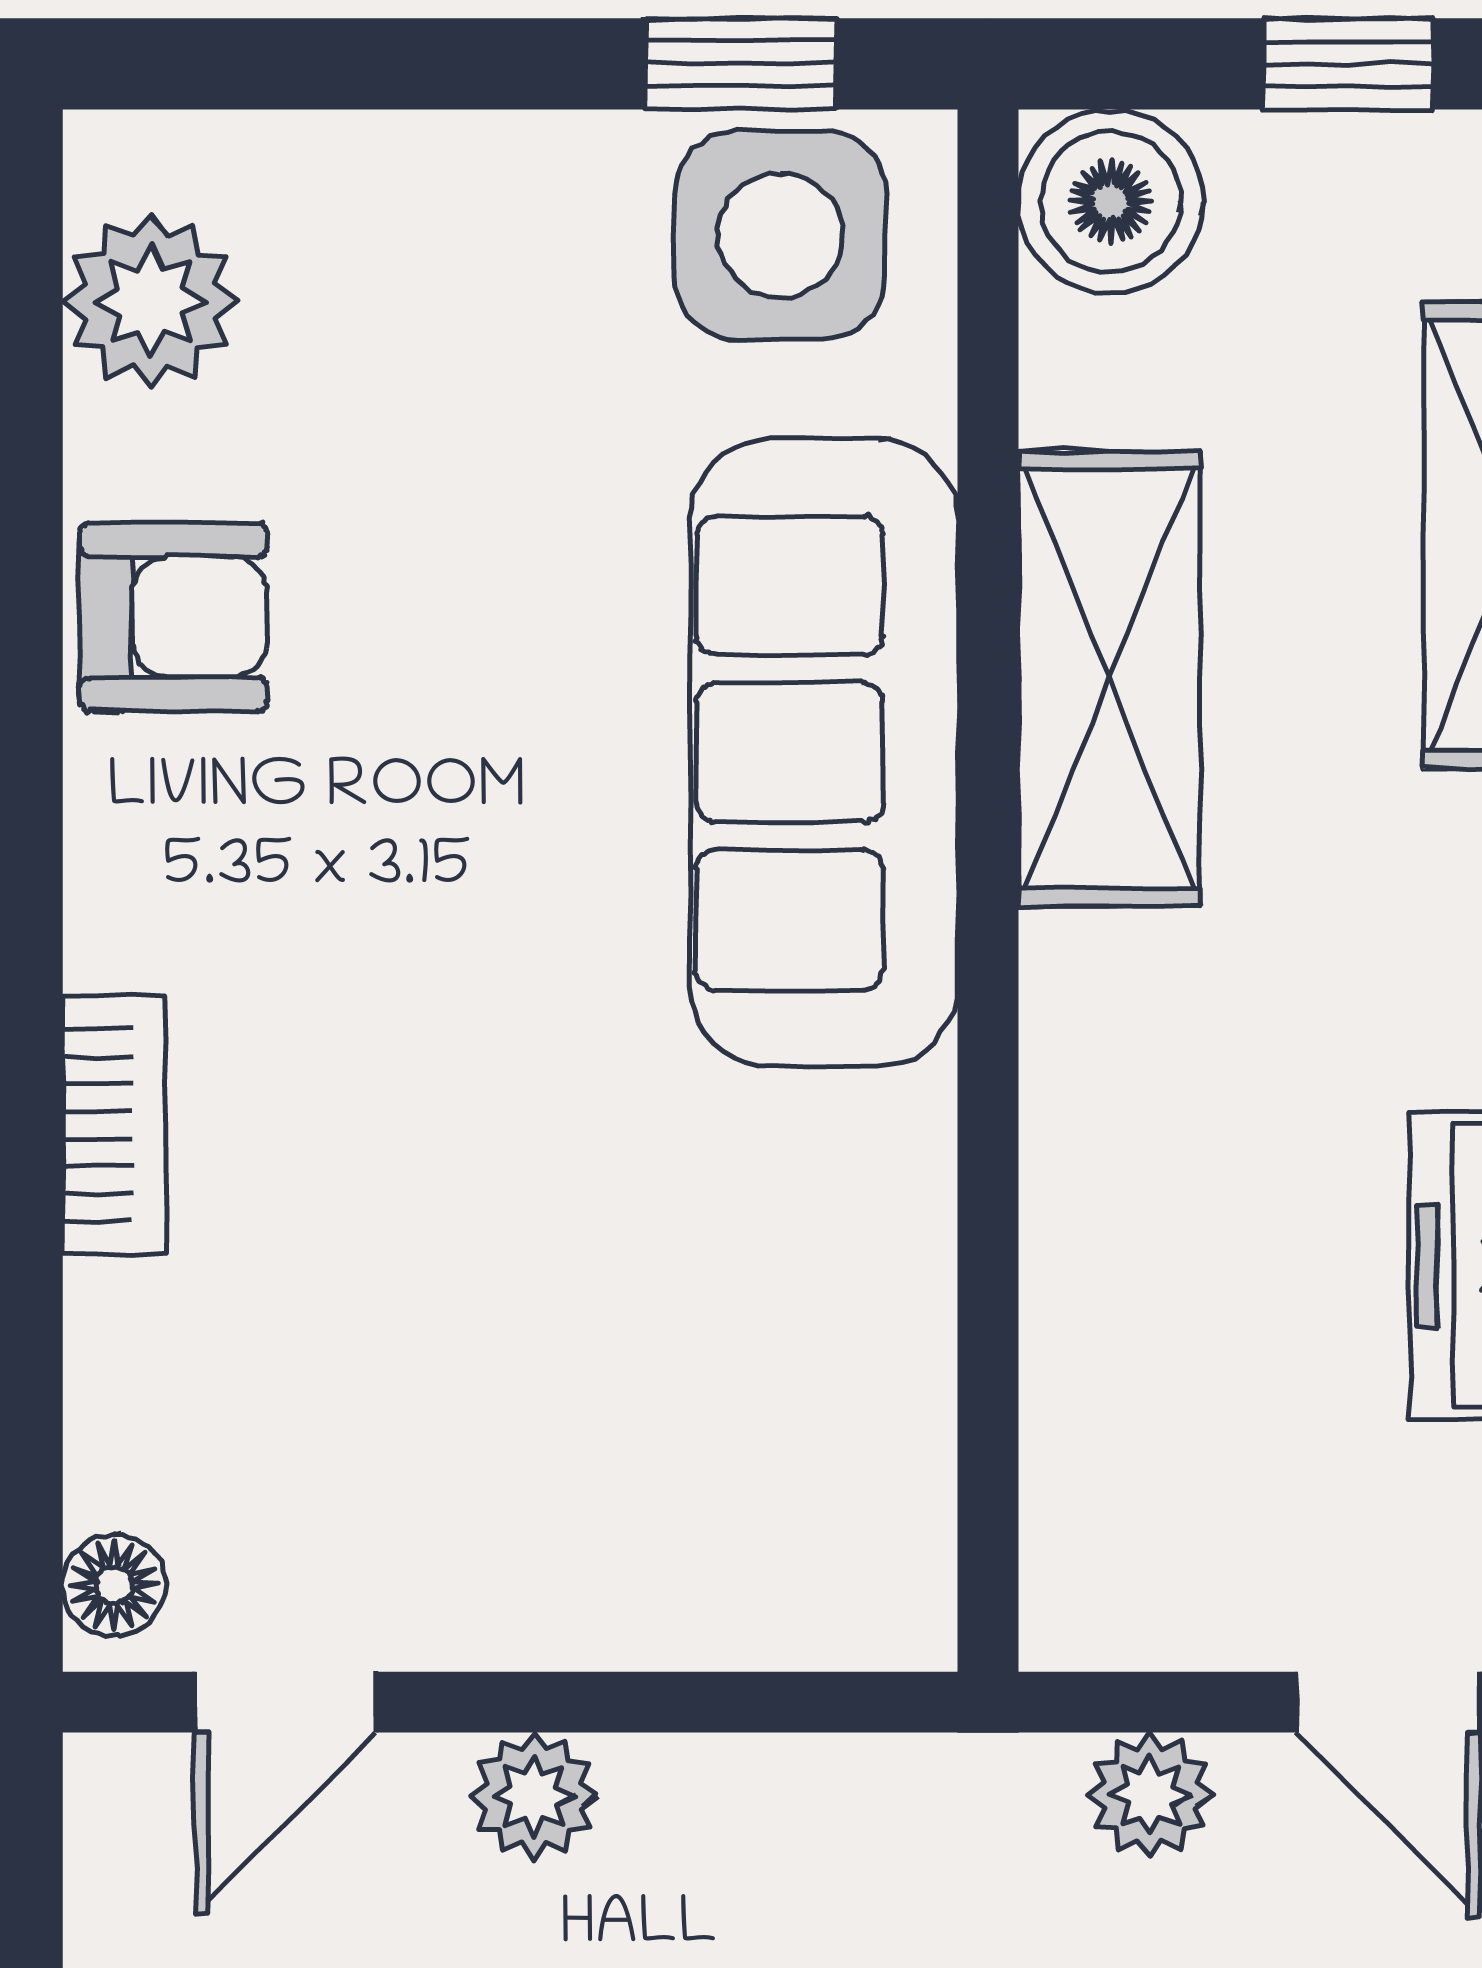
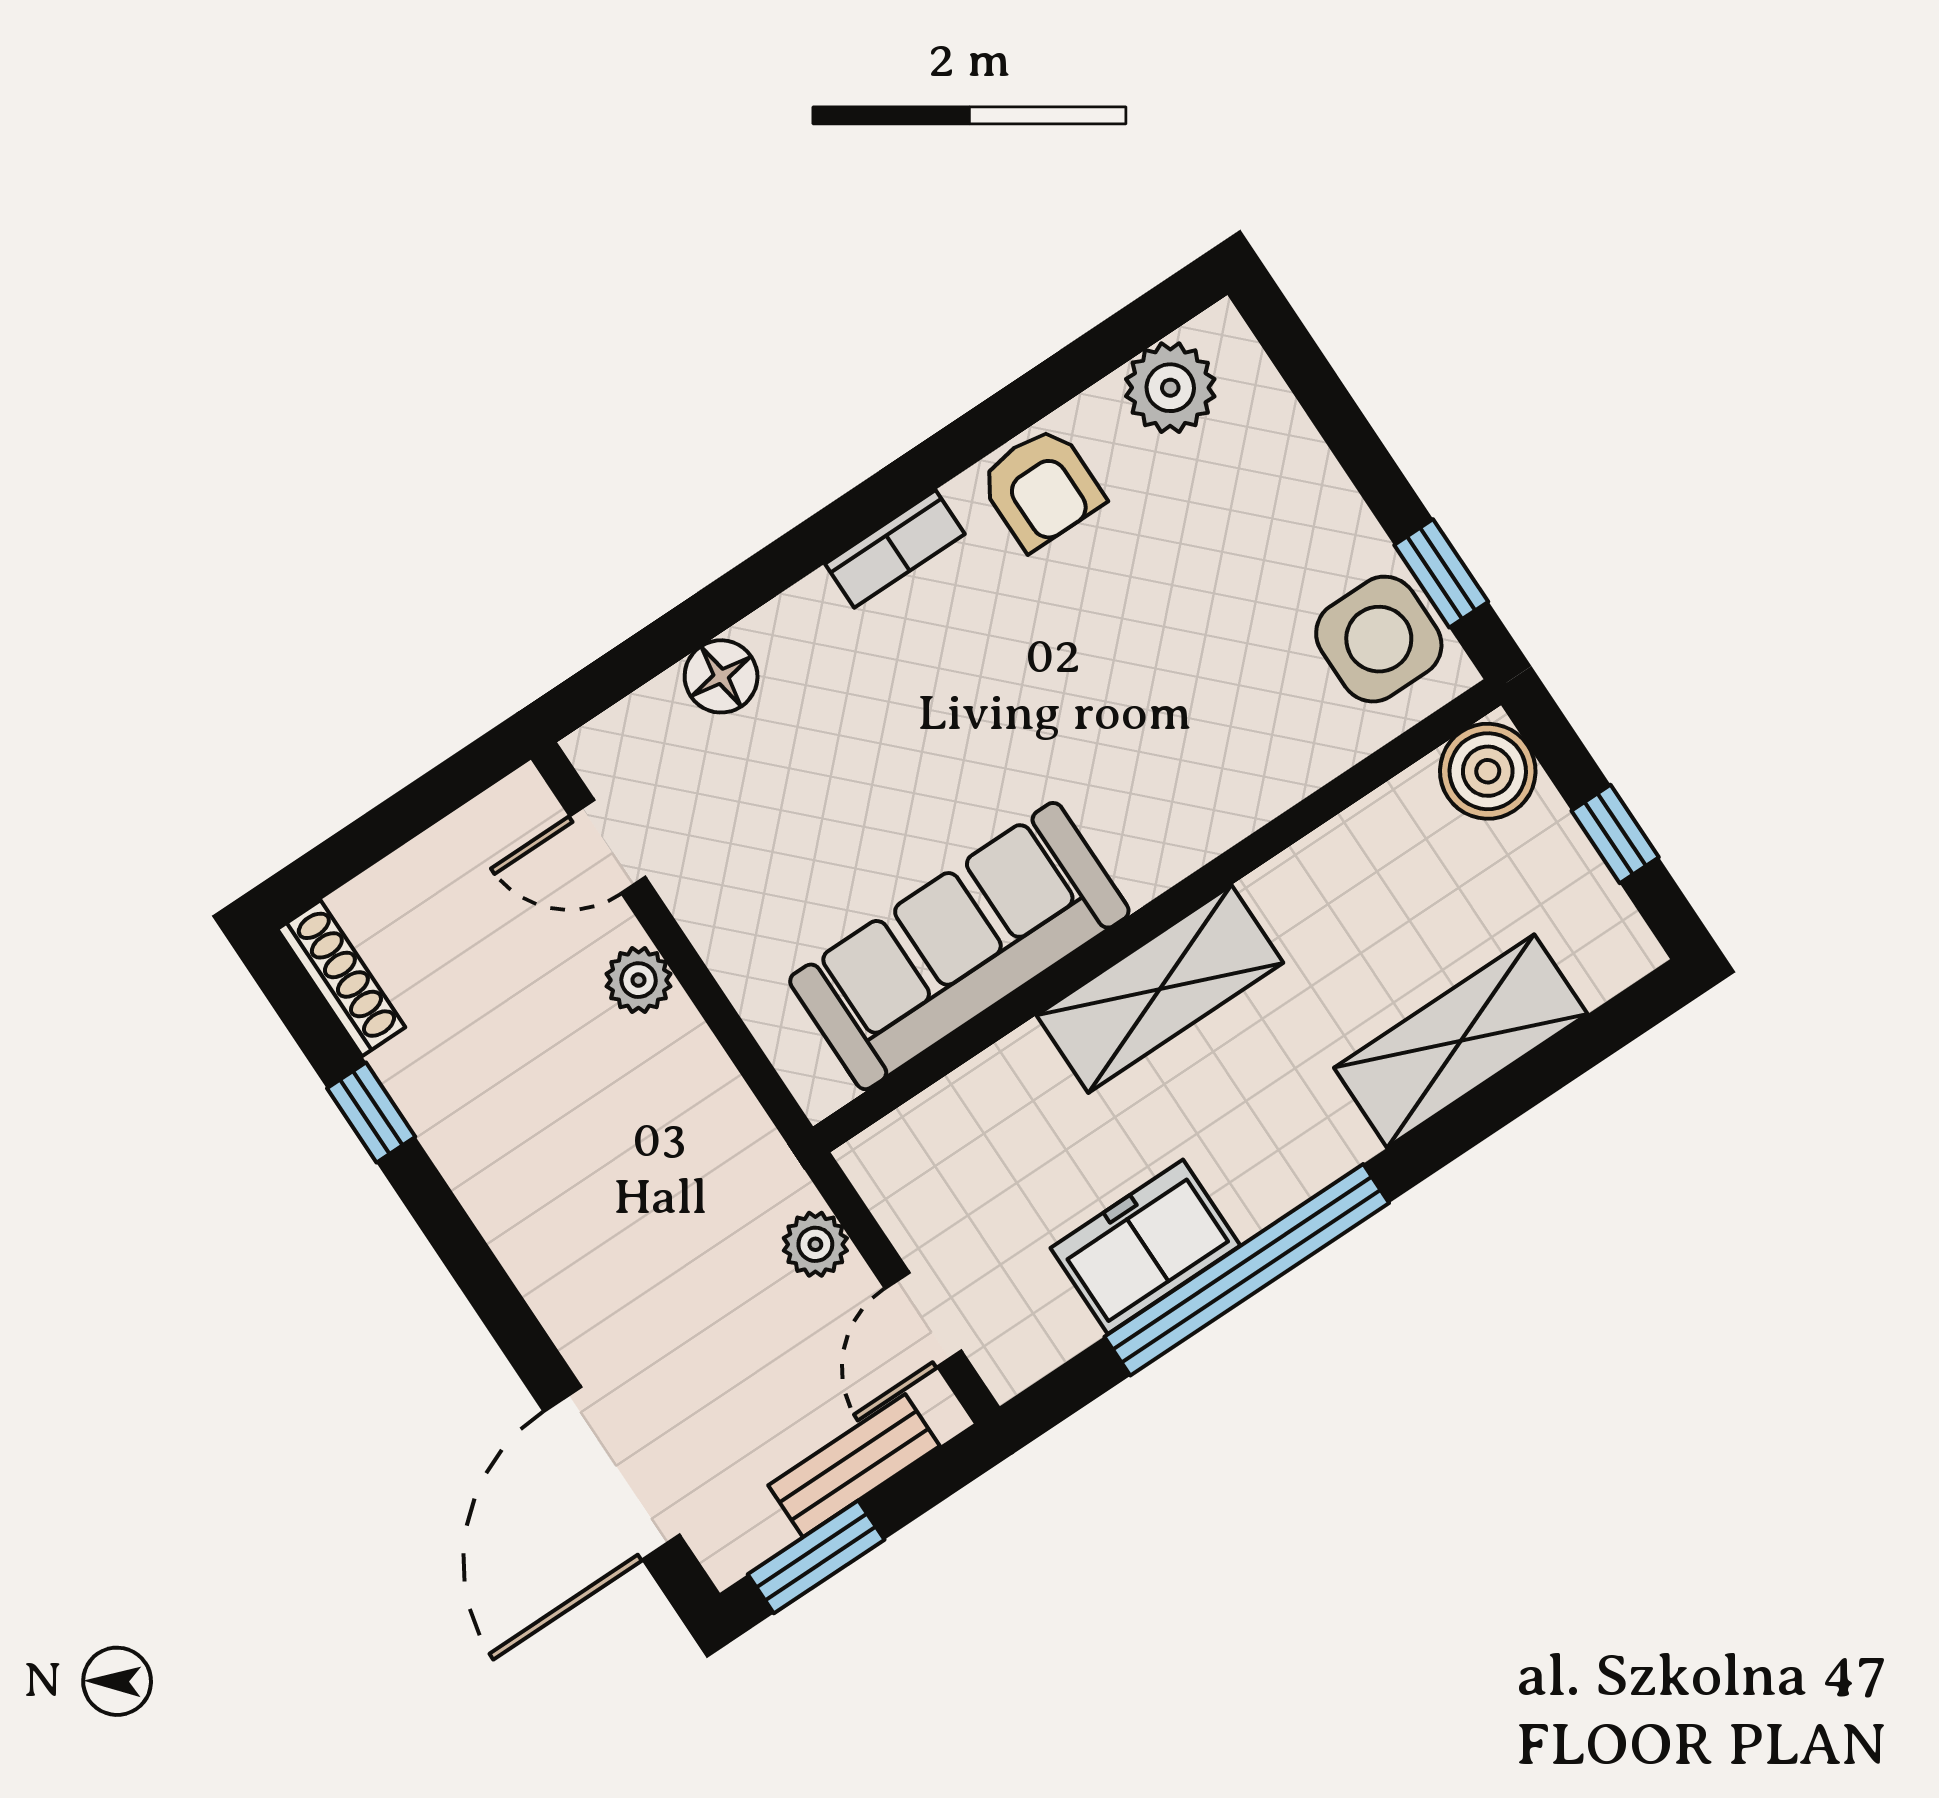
shelving: (1109, 679) -> (1160, 989), moved
sofa: (824, 753) -> (959, 946), moved
bookcase: (114, 1125) -> (895, 549), moved
floor lamp: (114, 1585) -> (721, 676), moved, width x1.37, depth x1.37

